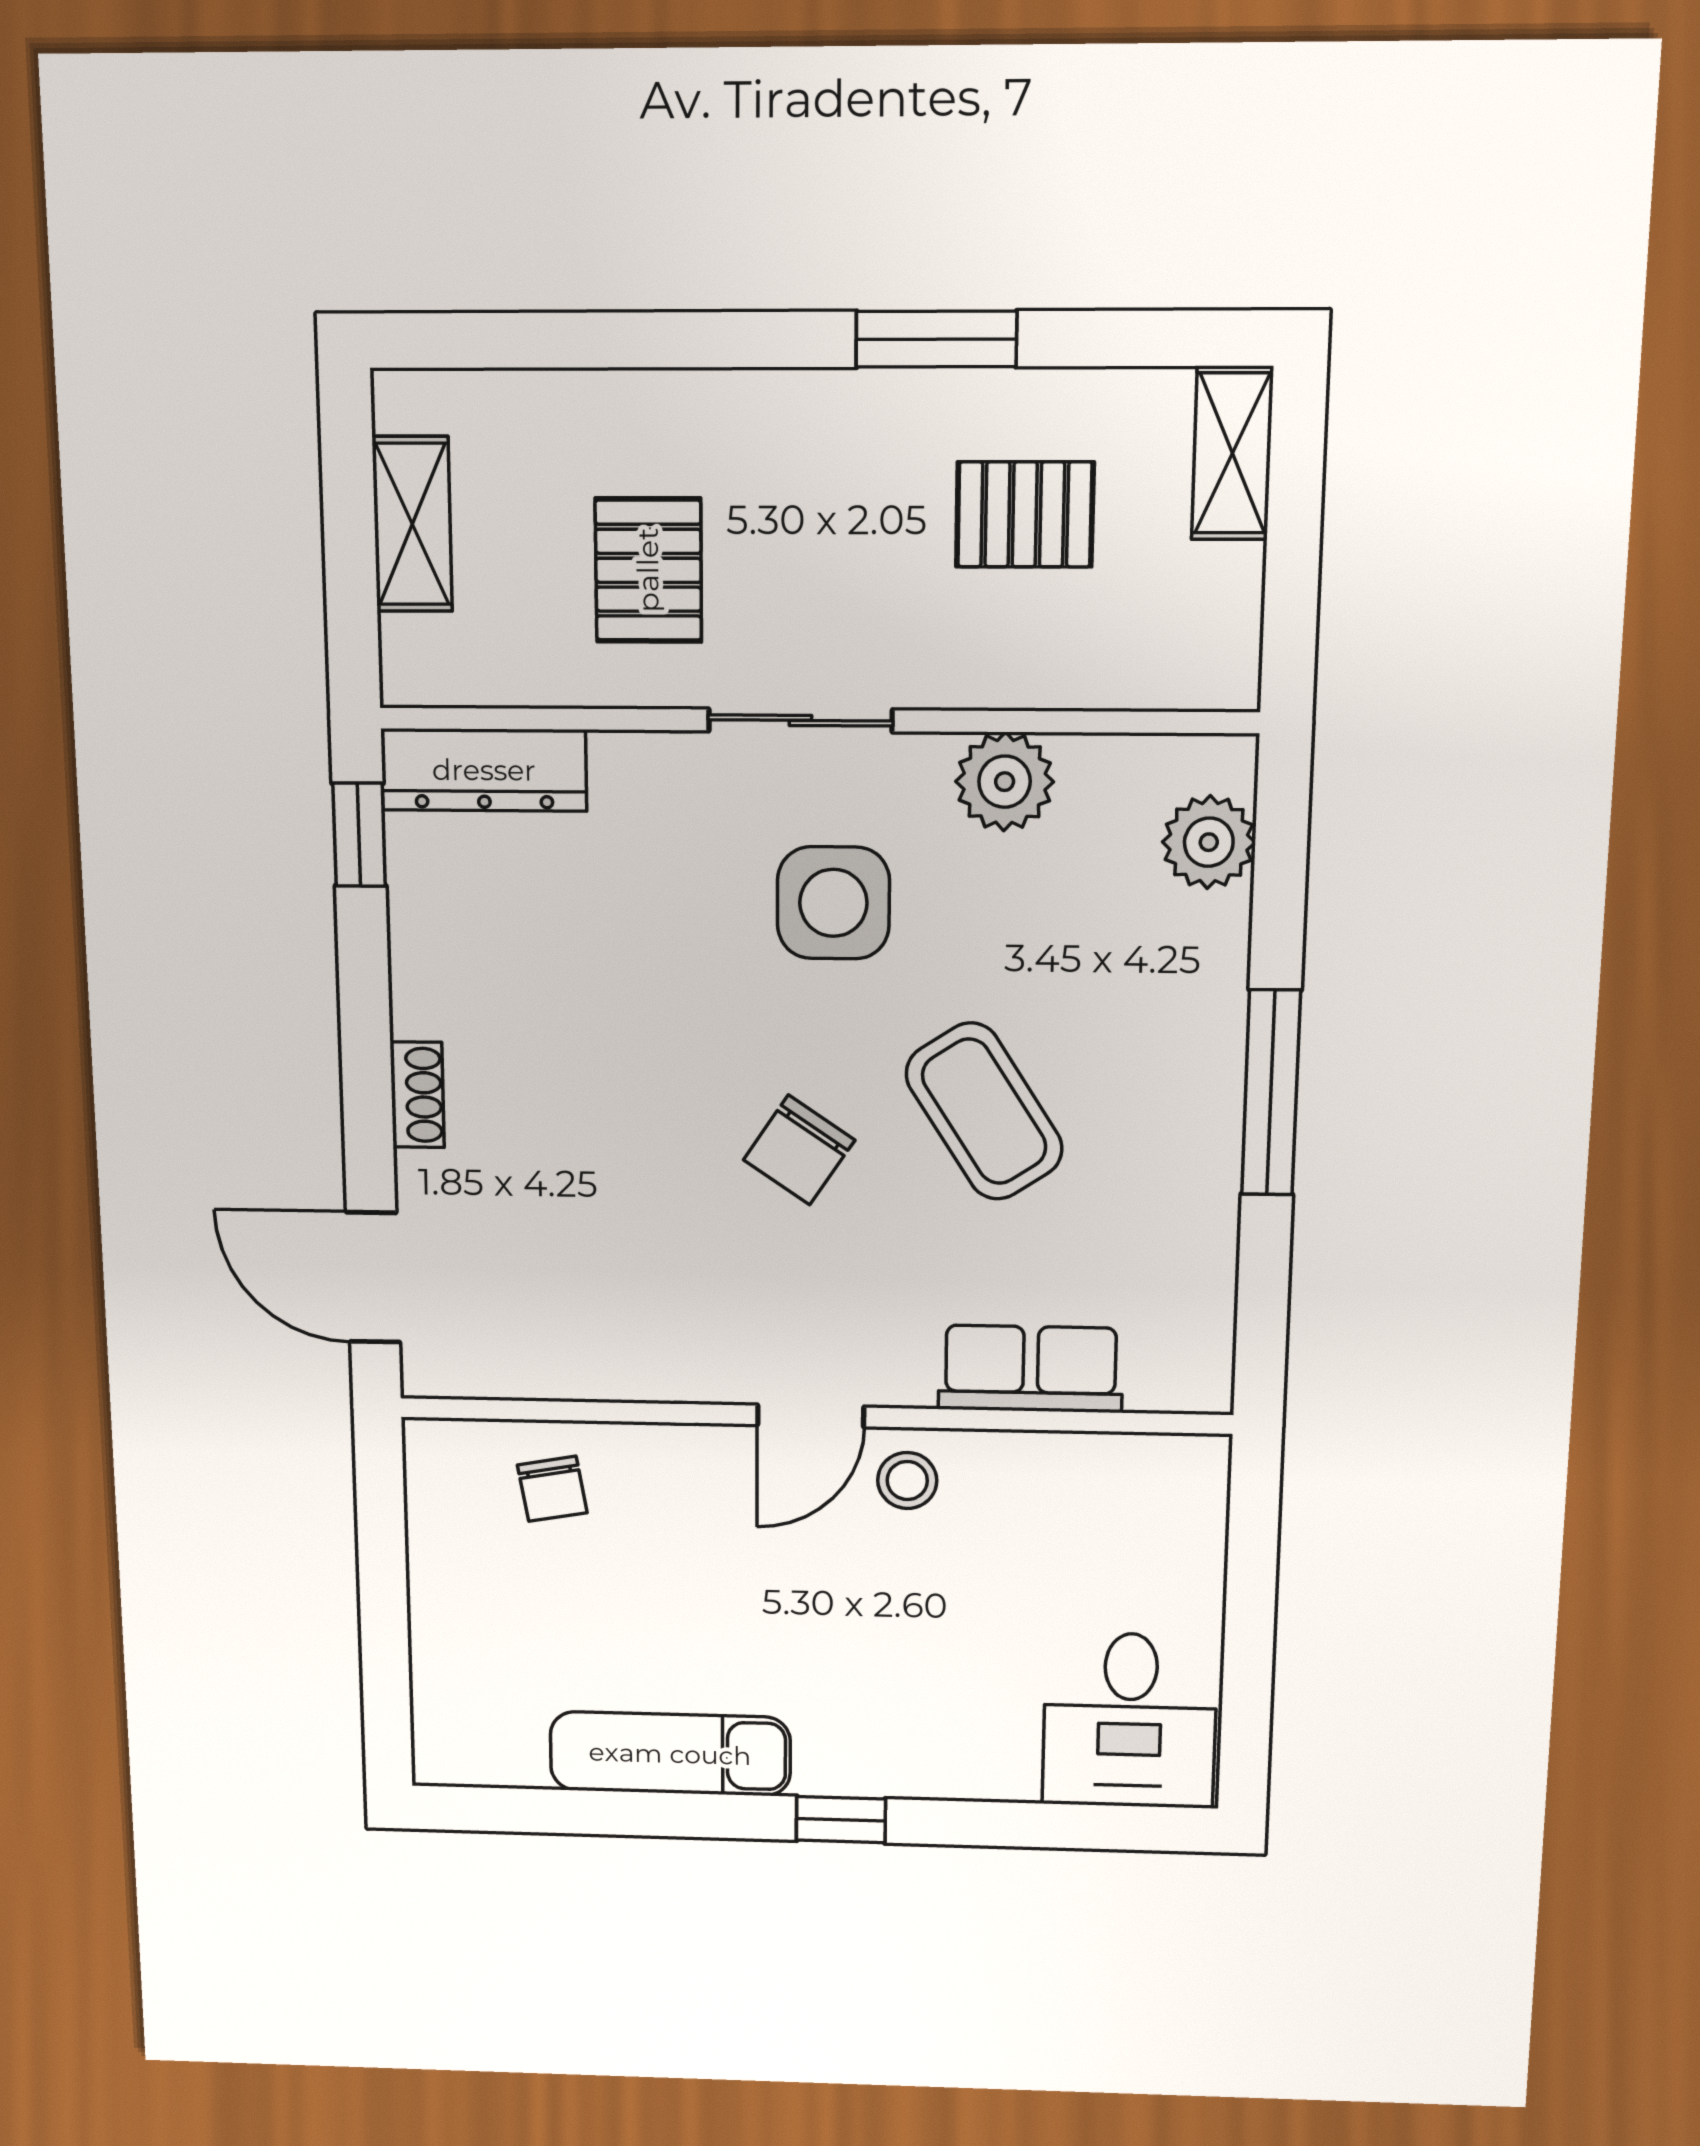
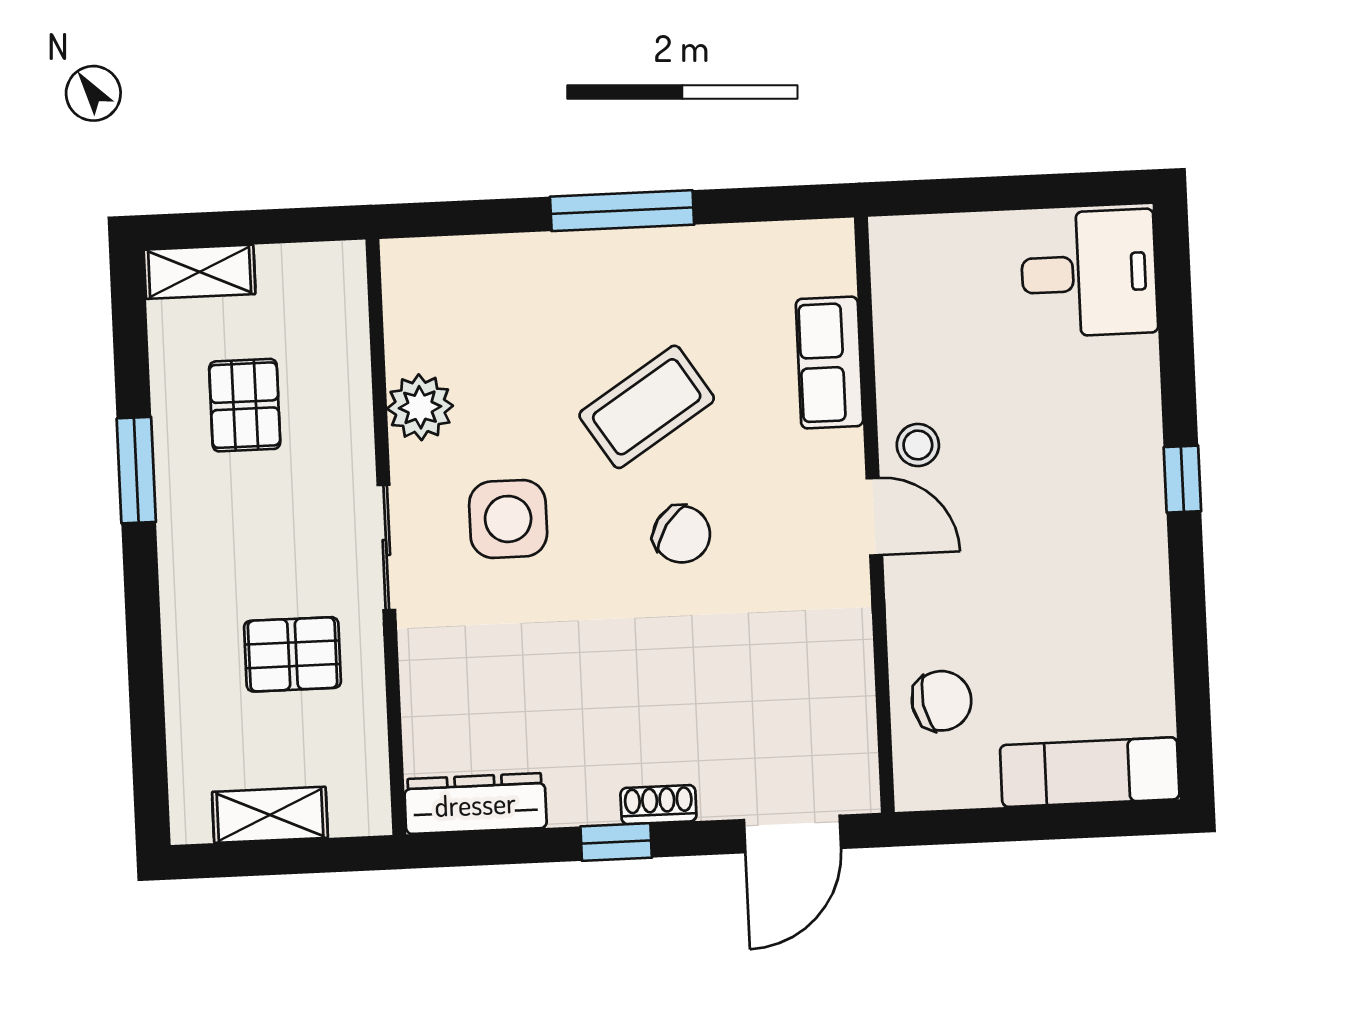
dresser: (484, 770) -> (475, 804), moved, turned -90
window: (359, 835) -> (616, 842), moved
plant: (1209, 842) -> (453, 267), removed
chair: (552, 1489) -> (942, 701), width x1.37, depth x1.37
exam couch: (670, 1754) -> (1090, 772), moved, turned 90

